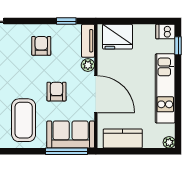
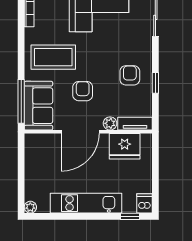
window: (66, 21) -> (155, 83), moved
fridge: (118, 37) -> (125, 146), moved, turned -90
armchair: (41, 46) -> (130, 75), turned -90
armchair: (57, 92) -> (83, 91), turned -90
kitchen counter: (123, 139) -> (34, 159), removed

